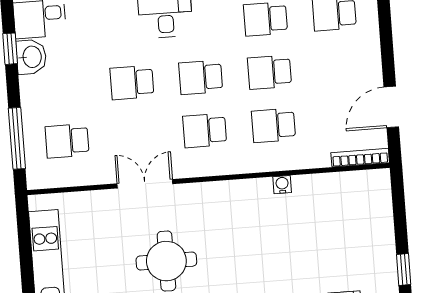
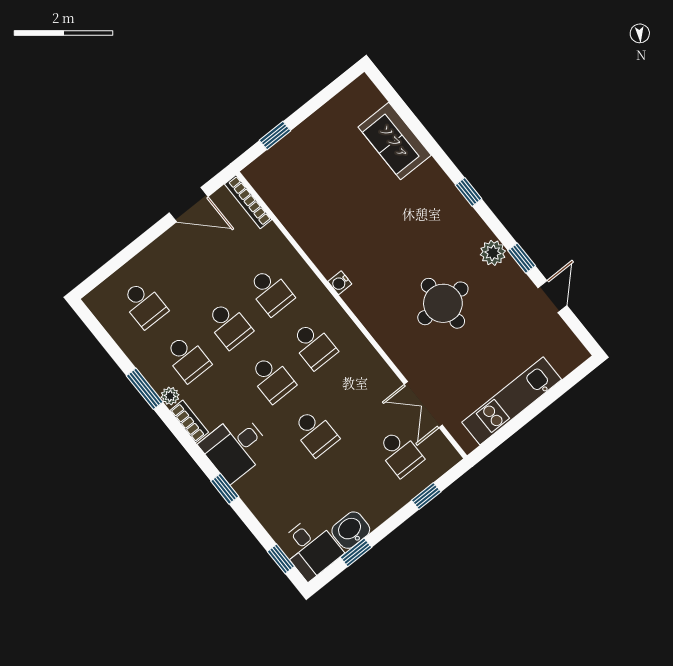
window: (17, 138) -> (426, 496), width x0.46
double door: (145, 184) -> (423, 405), moved
water cooler: (282, 185) -> (340, 283), moved
window: (404, 270) -> (275, 136), moved

